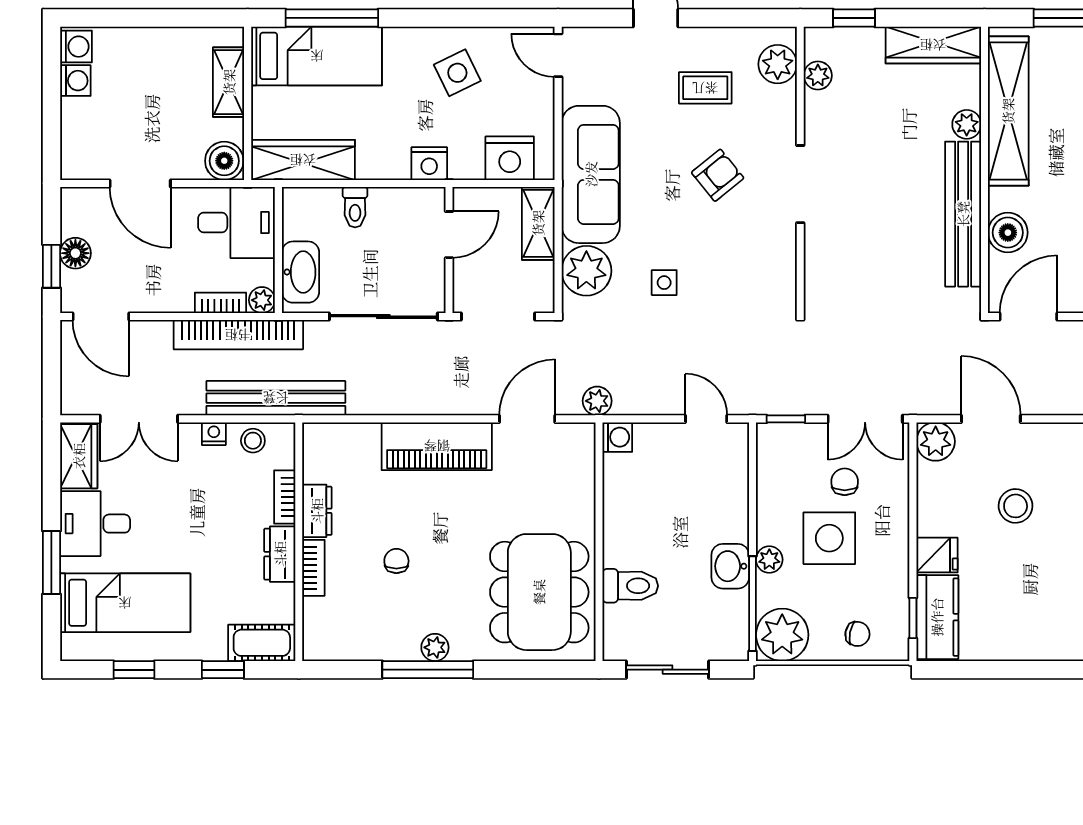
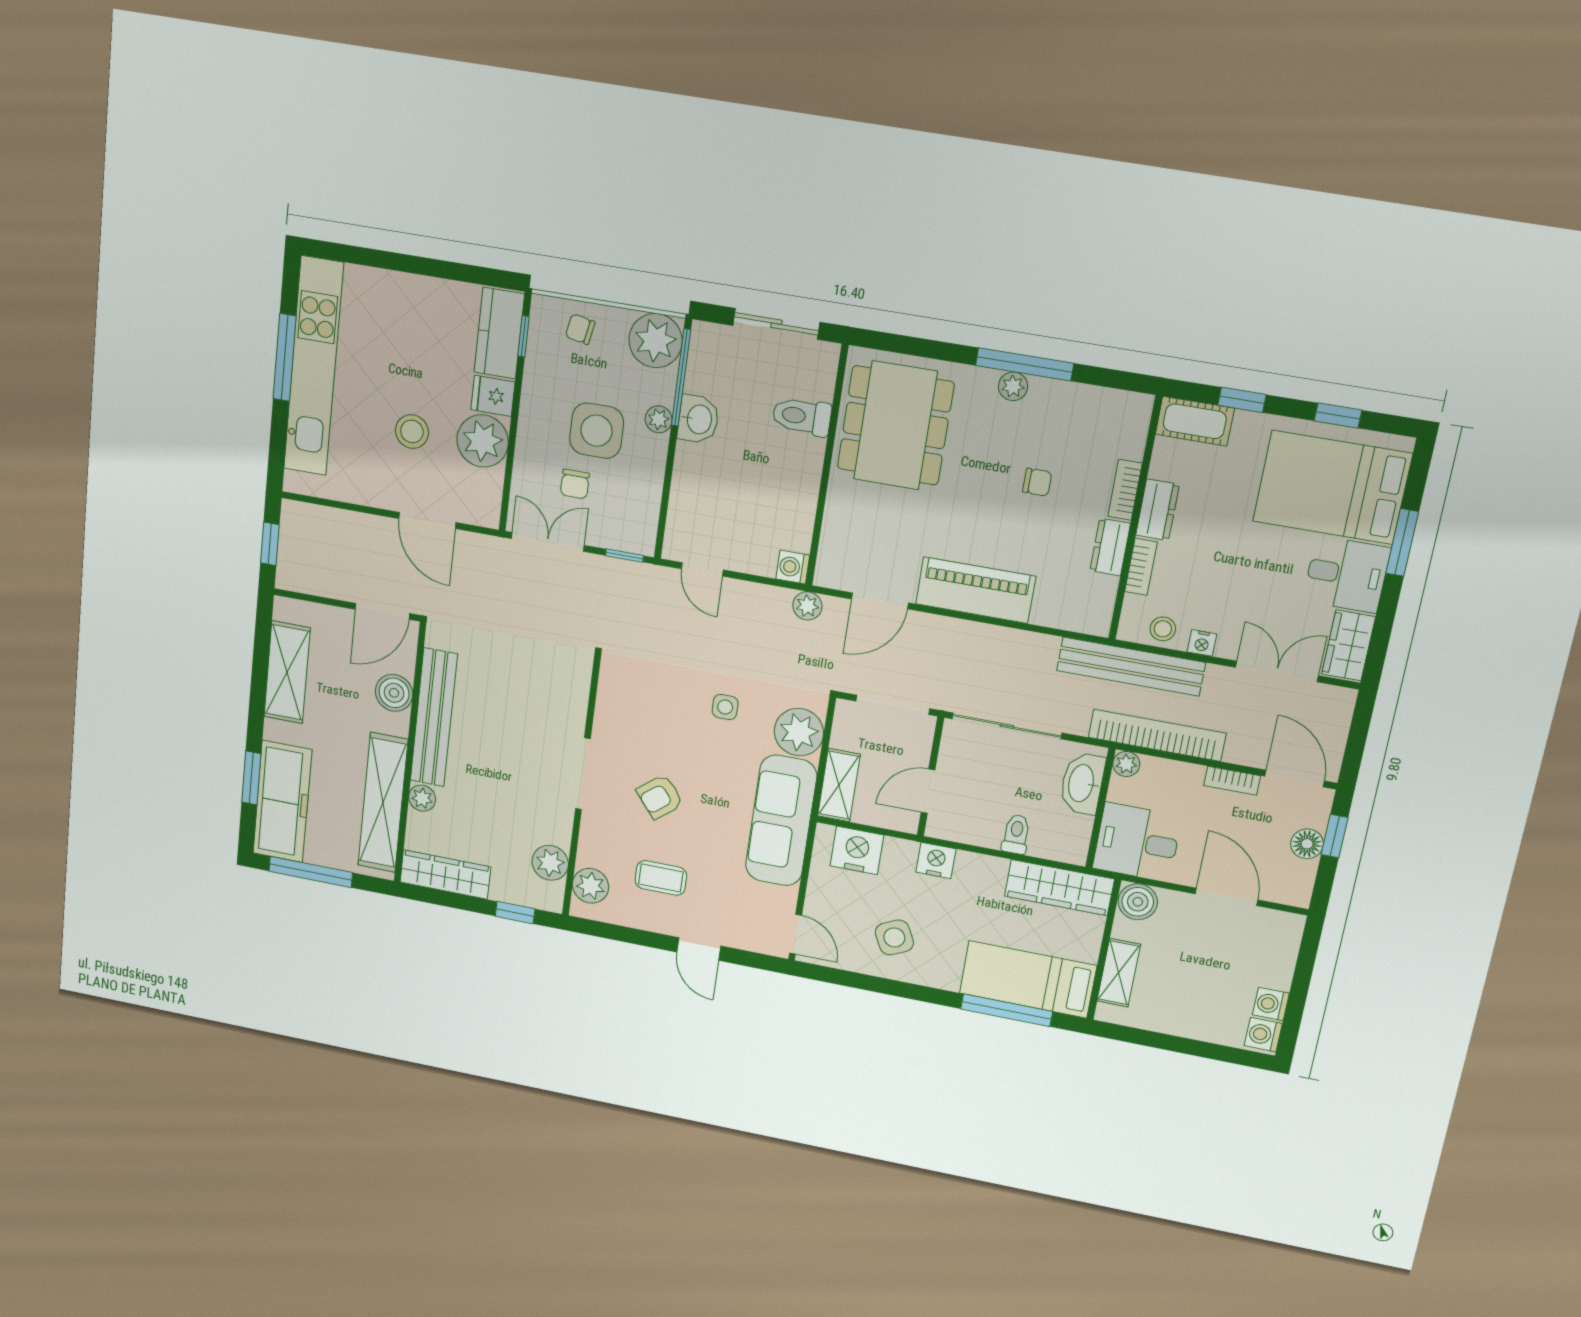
plant: (818, 75) -> (550, 863), width x1.38, depth x1.38
bookcase: (221, 303) -> (1232, 781), moved
plant: (936, 441) -> (483, 441), moved, width x1.36, depth x1.36
chair: (396, 561) -> (1037, 482), turned -90
bed: (125, 603) -> (1332, 487), width x1.50

